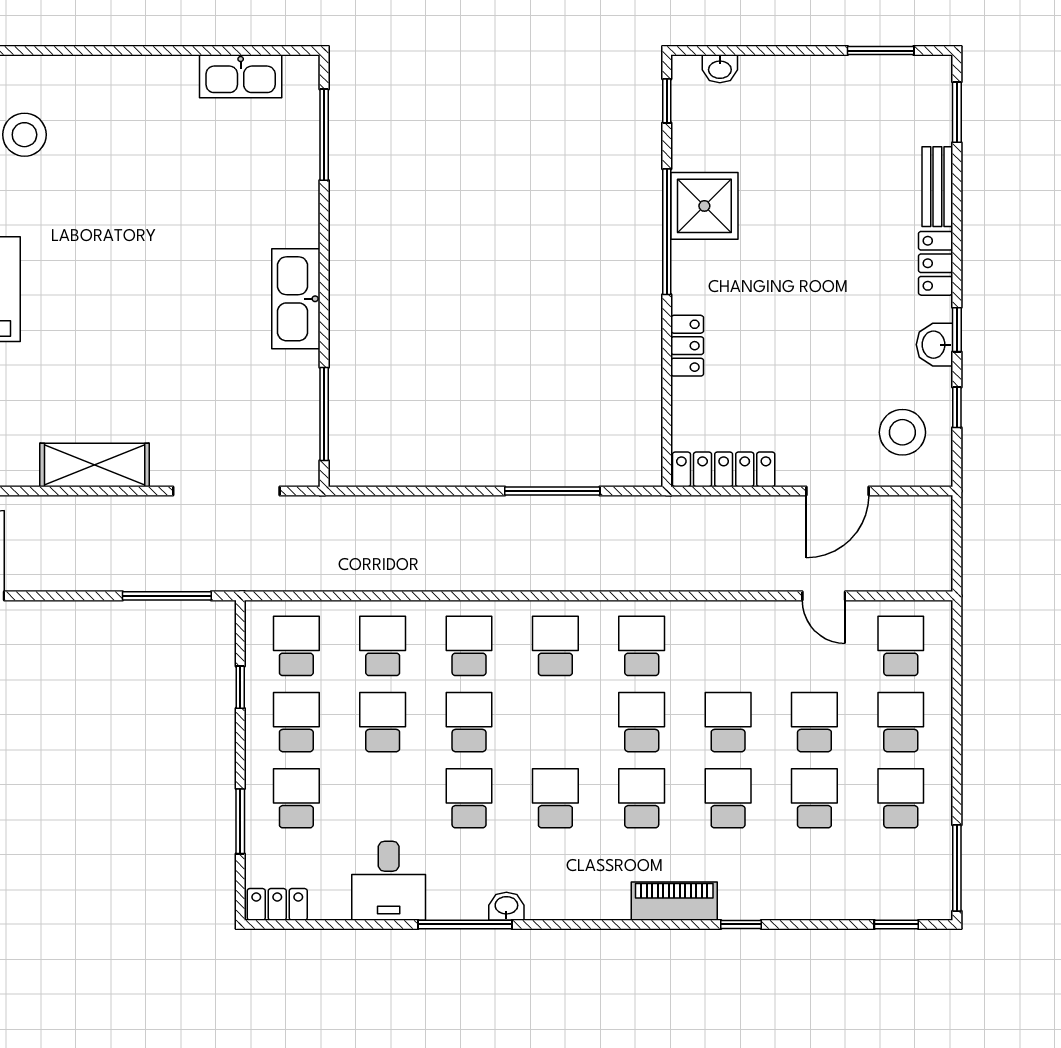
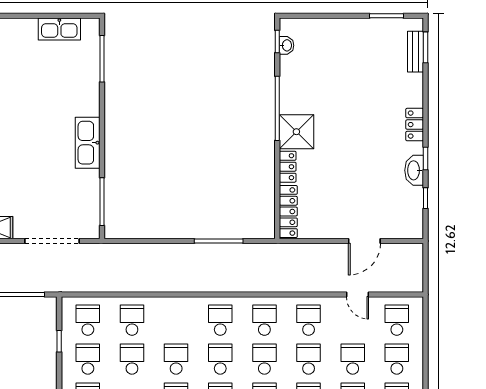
washbasin: (720, 69) -> (287, 45), moved, turned -90
bench: (937, 187) -> (416, 52), moved
shower: (704, 206) -> (296, 132), moved
washbasin: (935, 345) -> (414, 170), width x1.38
stool: (902, 432) -> (398, 211), removed
locker: (724, 469) -> (288, 212), moved, turned 90
school desk: (469, 646) -> (220, 359), moved
school desk: (728, 646) -> (309, 320), added

